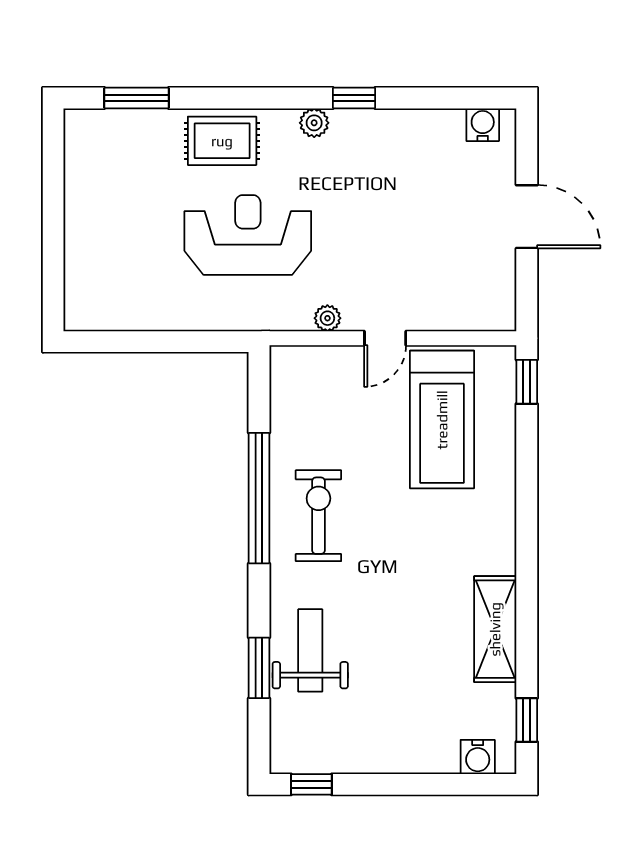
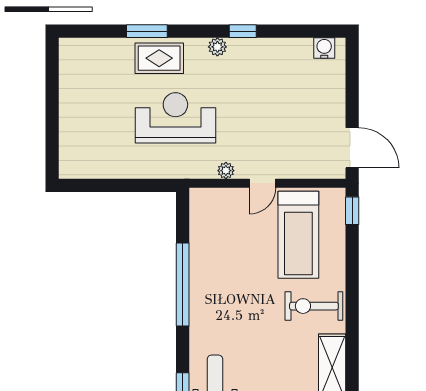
window: (137, 98) -> (147, 31), moved
door: (527, 217) -> (352, 148), moved
exercise bike: (318, 516) -> (314, 306), moved, turned -90

